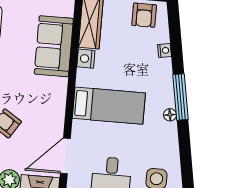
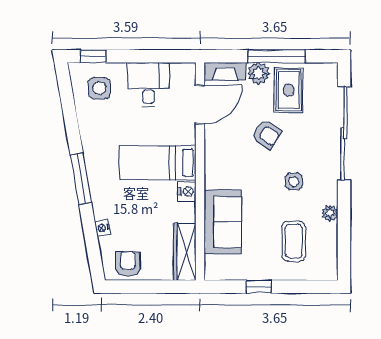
nightstand: (86, 59) -> (187, 192), moved
floor lamp: (170, 115) -> (91, 159), removed

